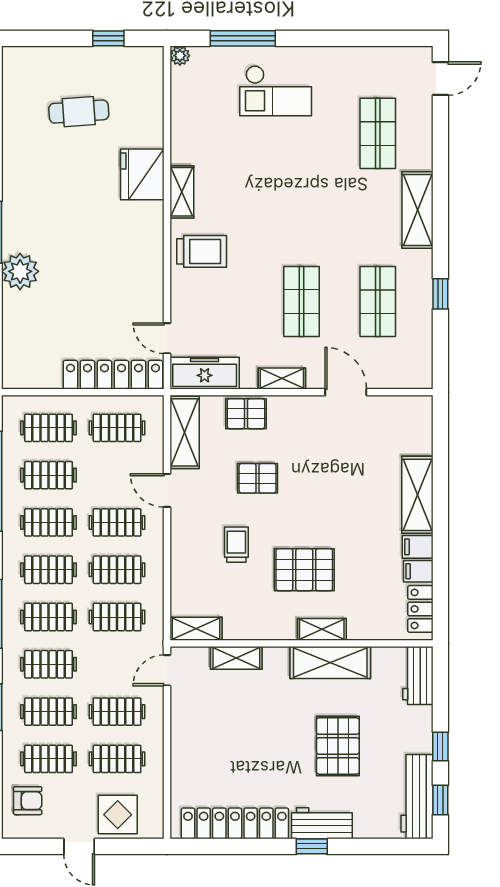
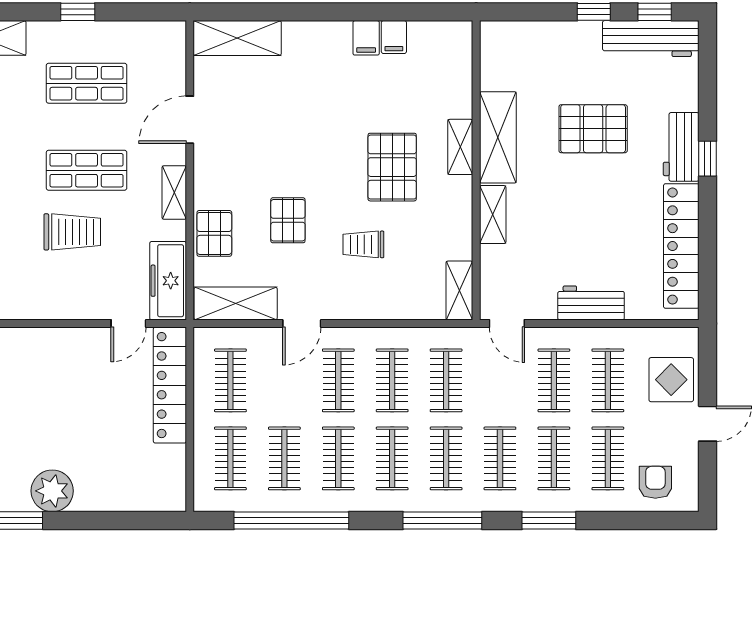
trolley: (202, 251) -> (72, 232), moved, turned 90
shelving: (417, 495) -> (237, 38), moved
locker: (420, 609) -> (437, 35), removed
shelving: (236, 658) -> (493, 215), moved
workbench: (418, 676) -> (591, 303), moved, turned 180

